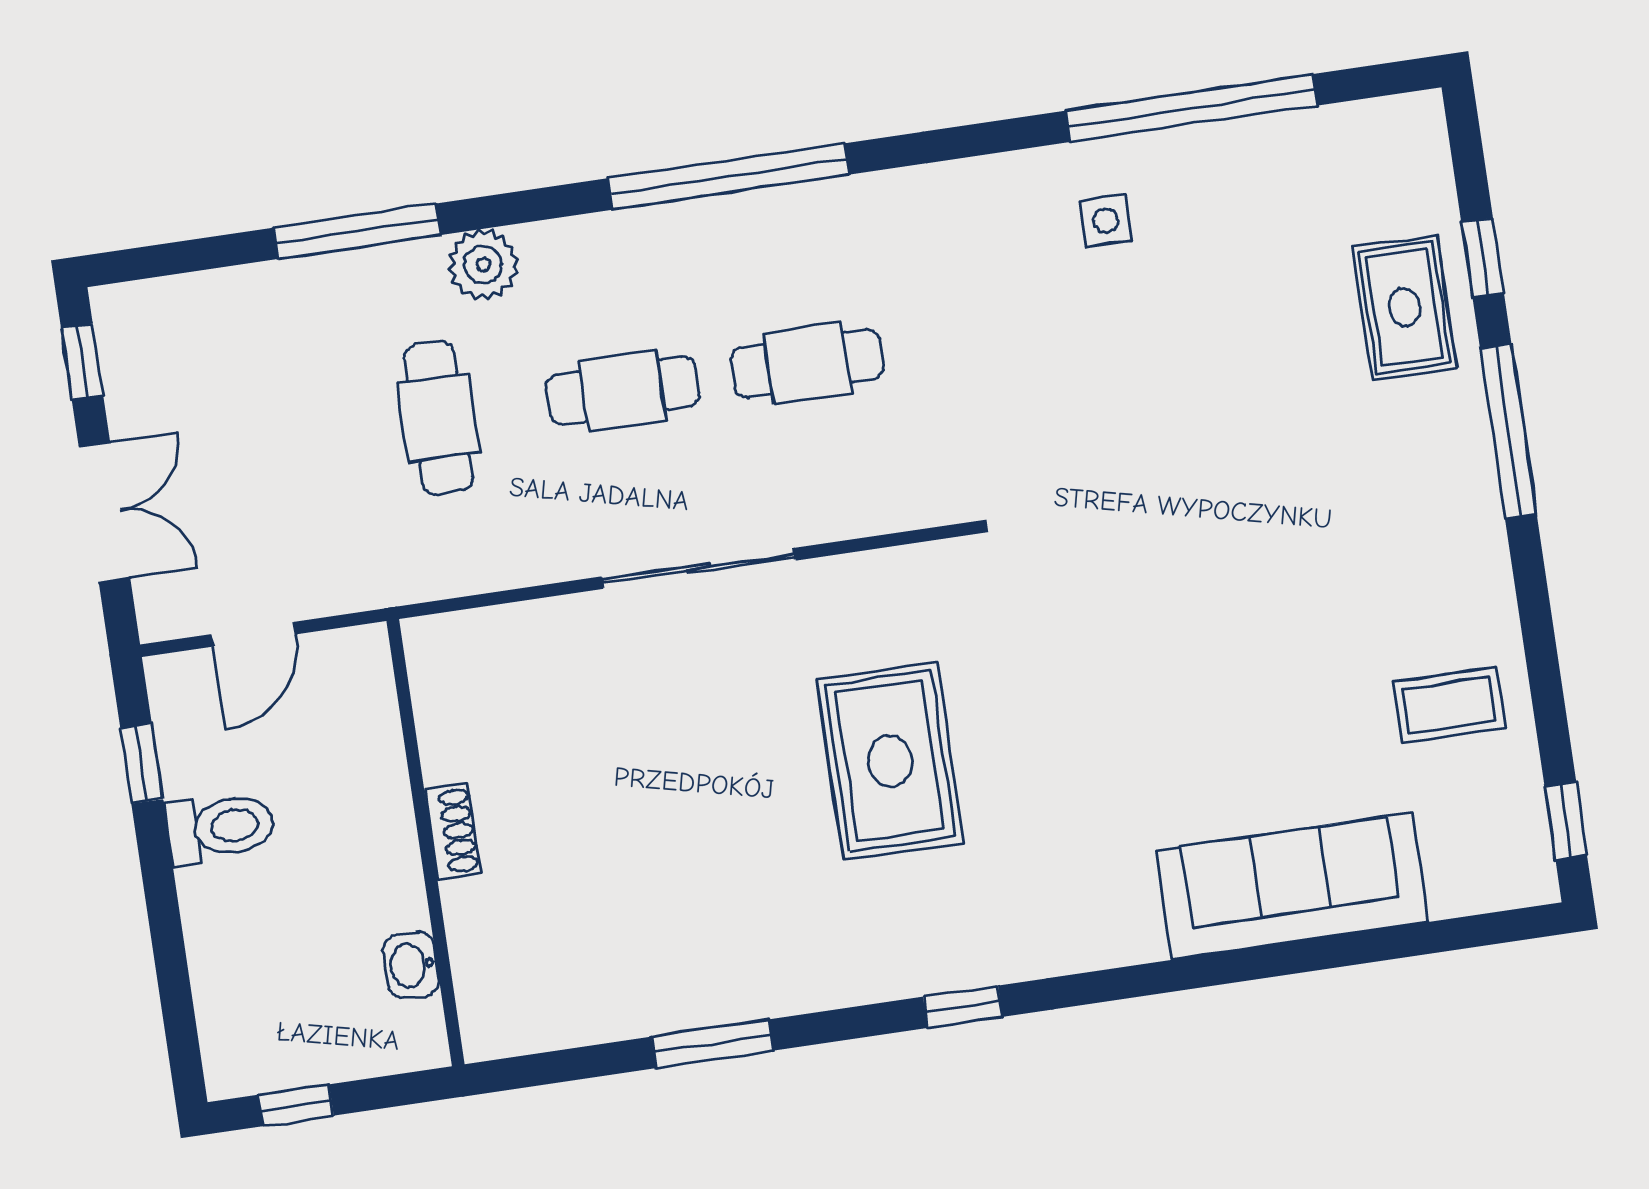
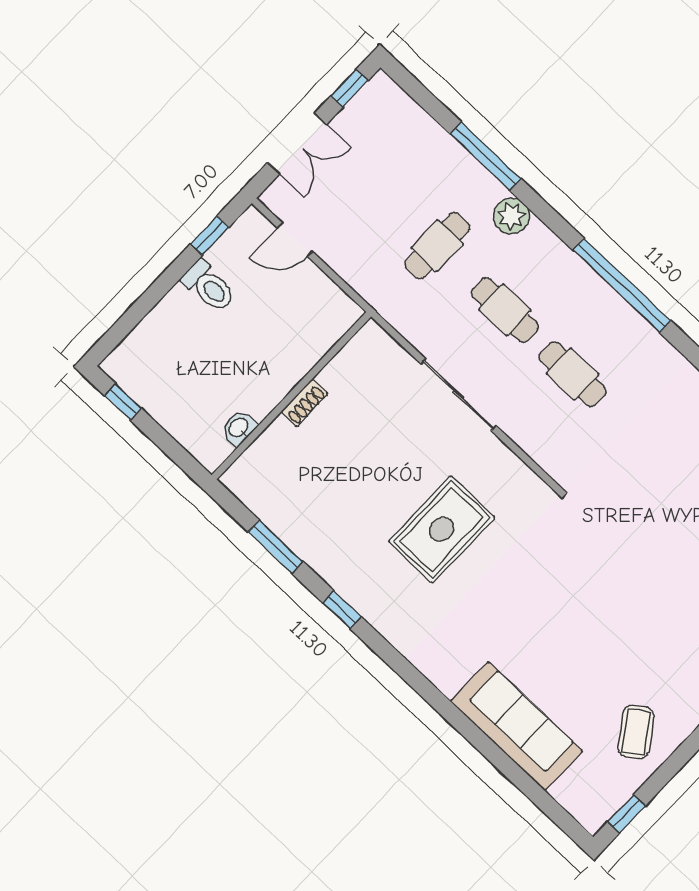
coffee table: (1449, 705) -> (636, 732), turned 55
shoe rack: (453, 831) -> (304, 403), moved
wall: (425, 843) -> (291, 396), moved
washbasin: (411, 965) -> (239, 428), moved
window: (963, 1007) -> (342, 610), moved

